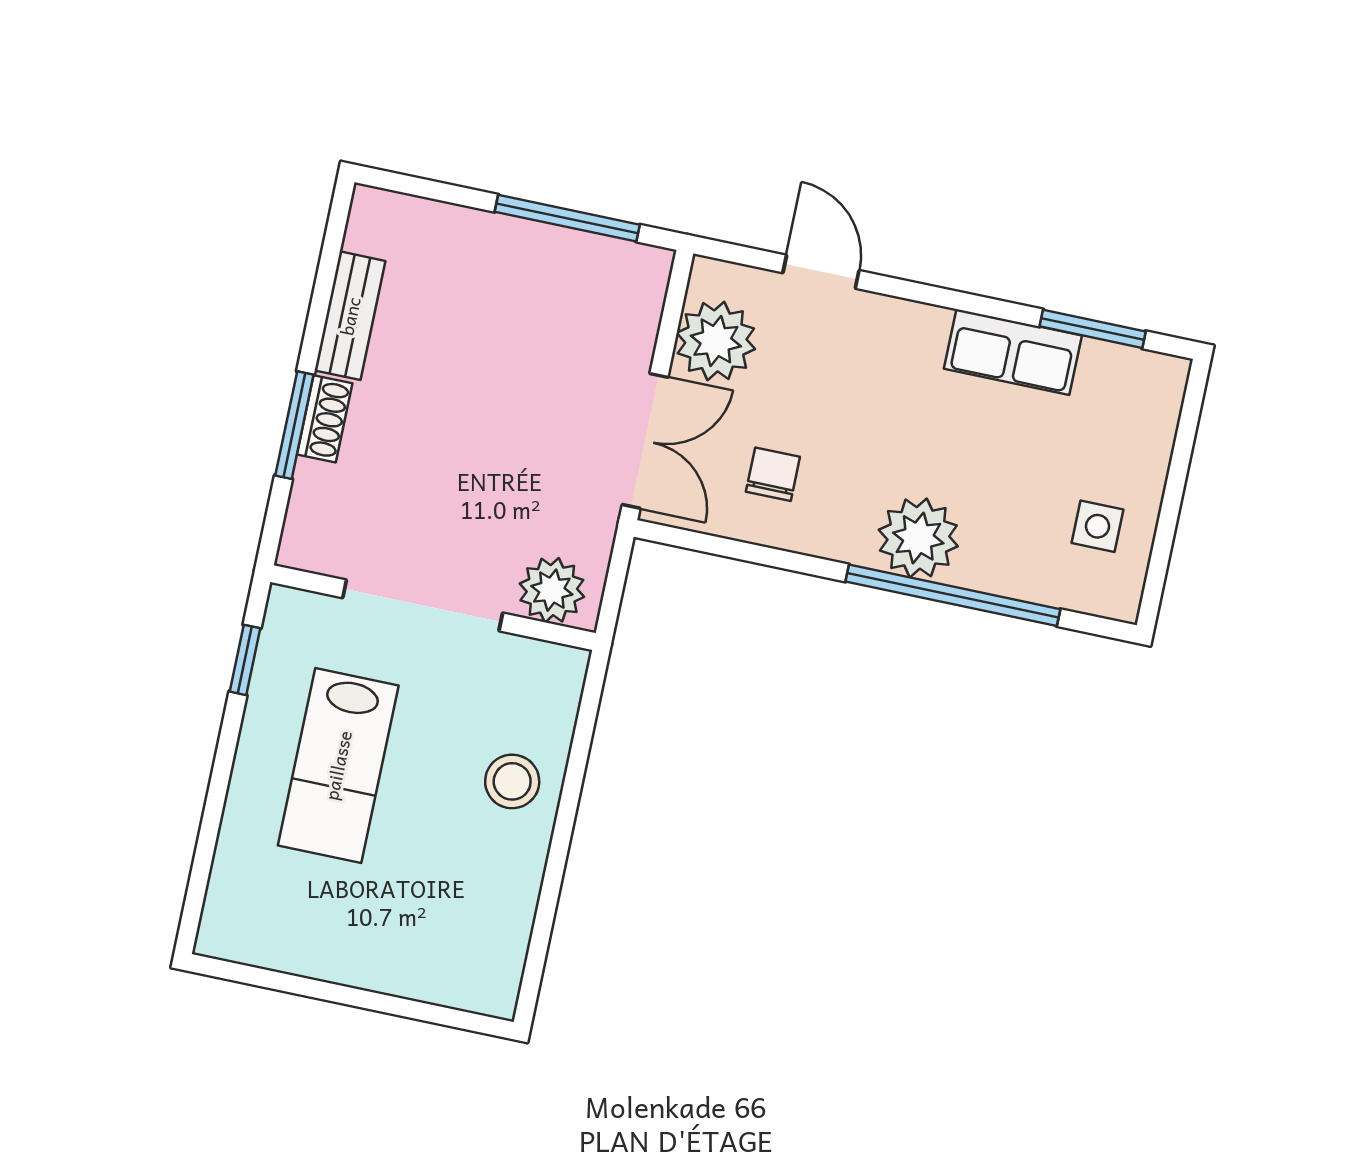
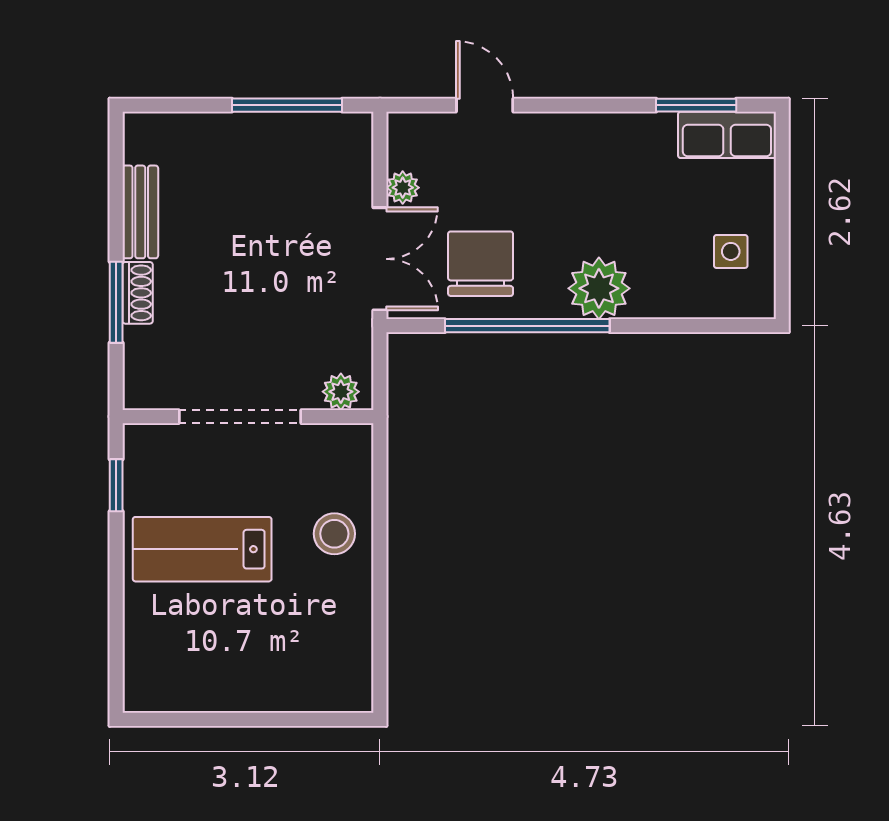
plant: (716, 341) -> (403, 188), width x0.53, depth x0.53
row of seats: (1013, 352) -> (727, 135), moved
chair: (773, 474) -> (481, 264), width x1.87, depth x1.87
plant: (552, 590) -> (341, 392), width x0.73, depth x0.73
window: (953, 595) -> (527, 326), moved
lab bench: (338, 765) -> (202, 549), turned 90

